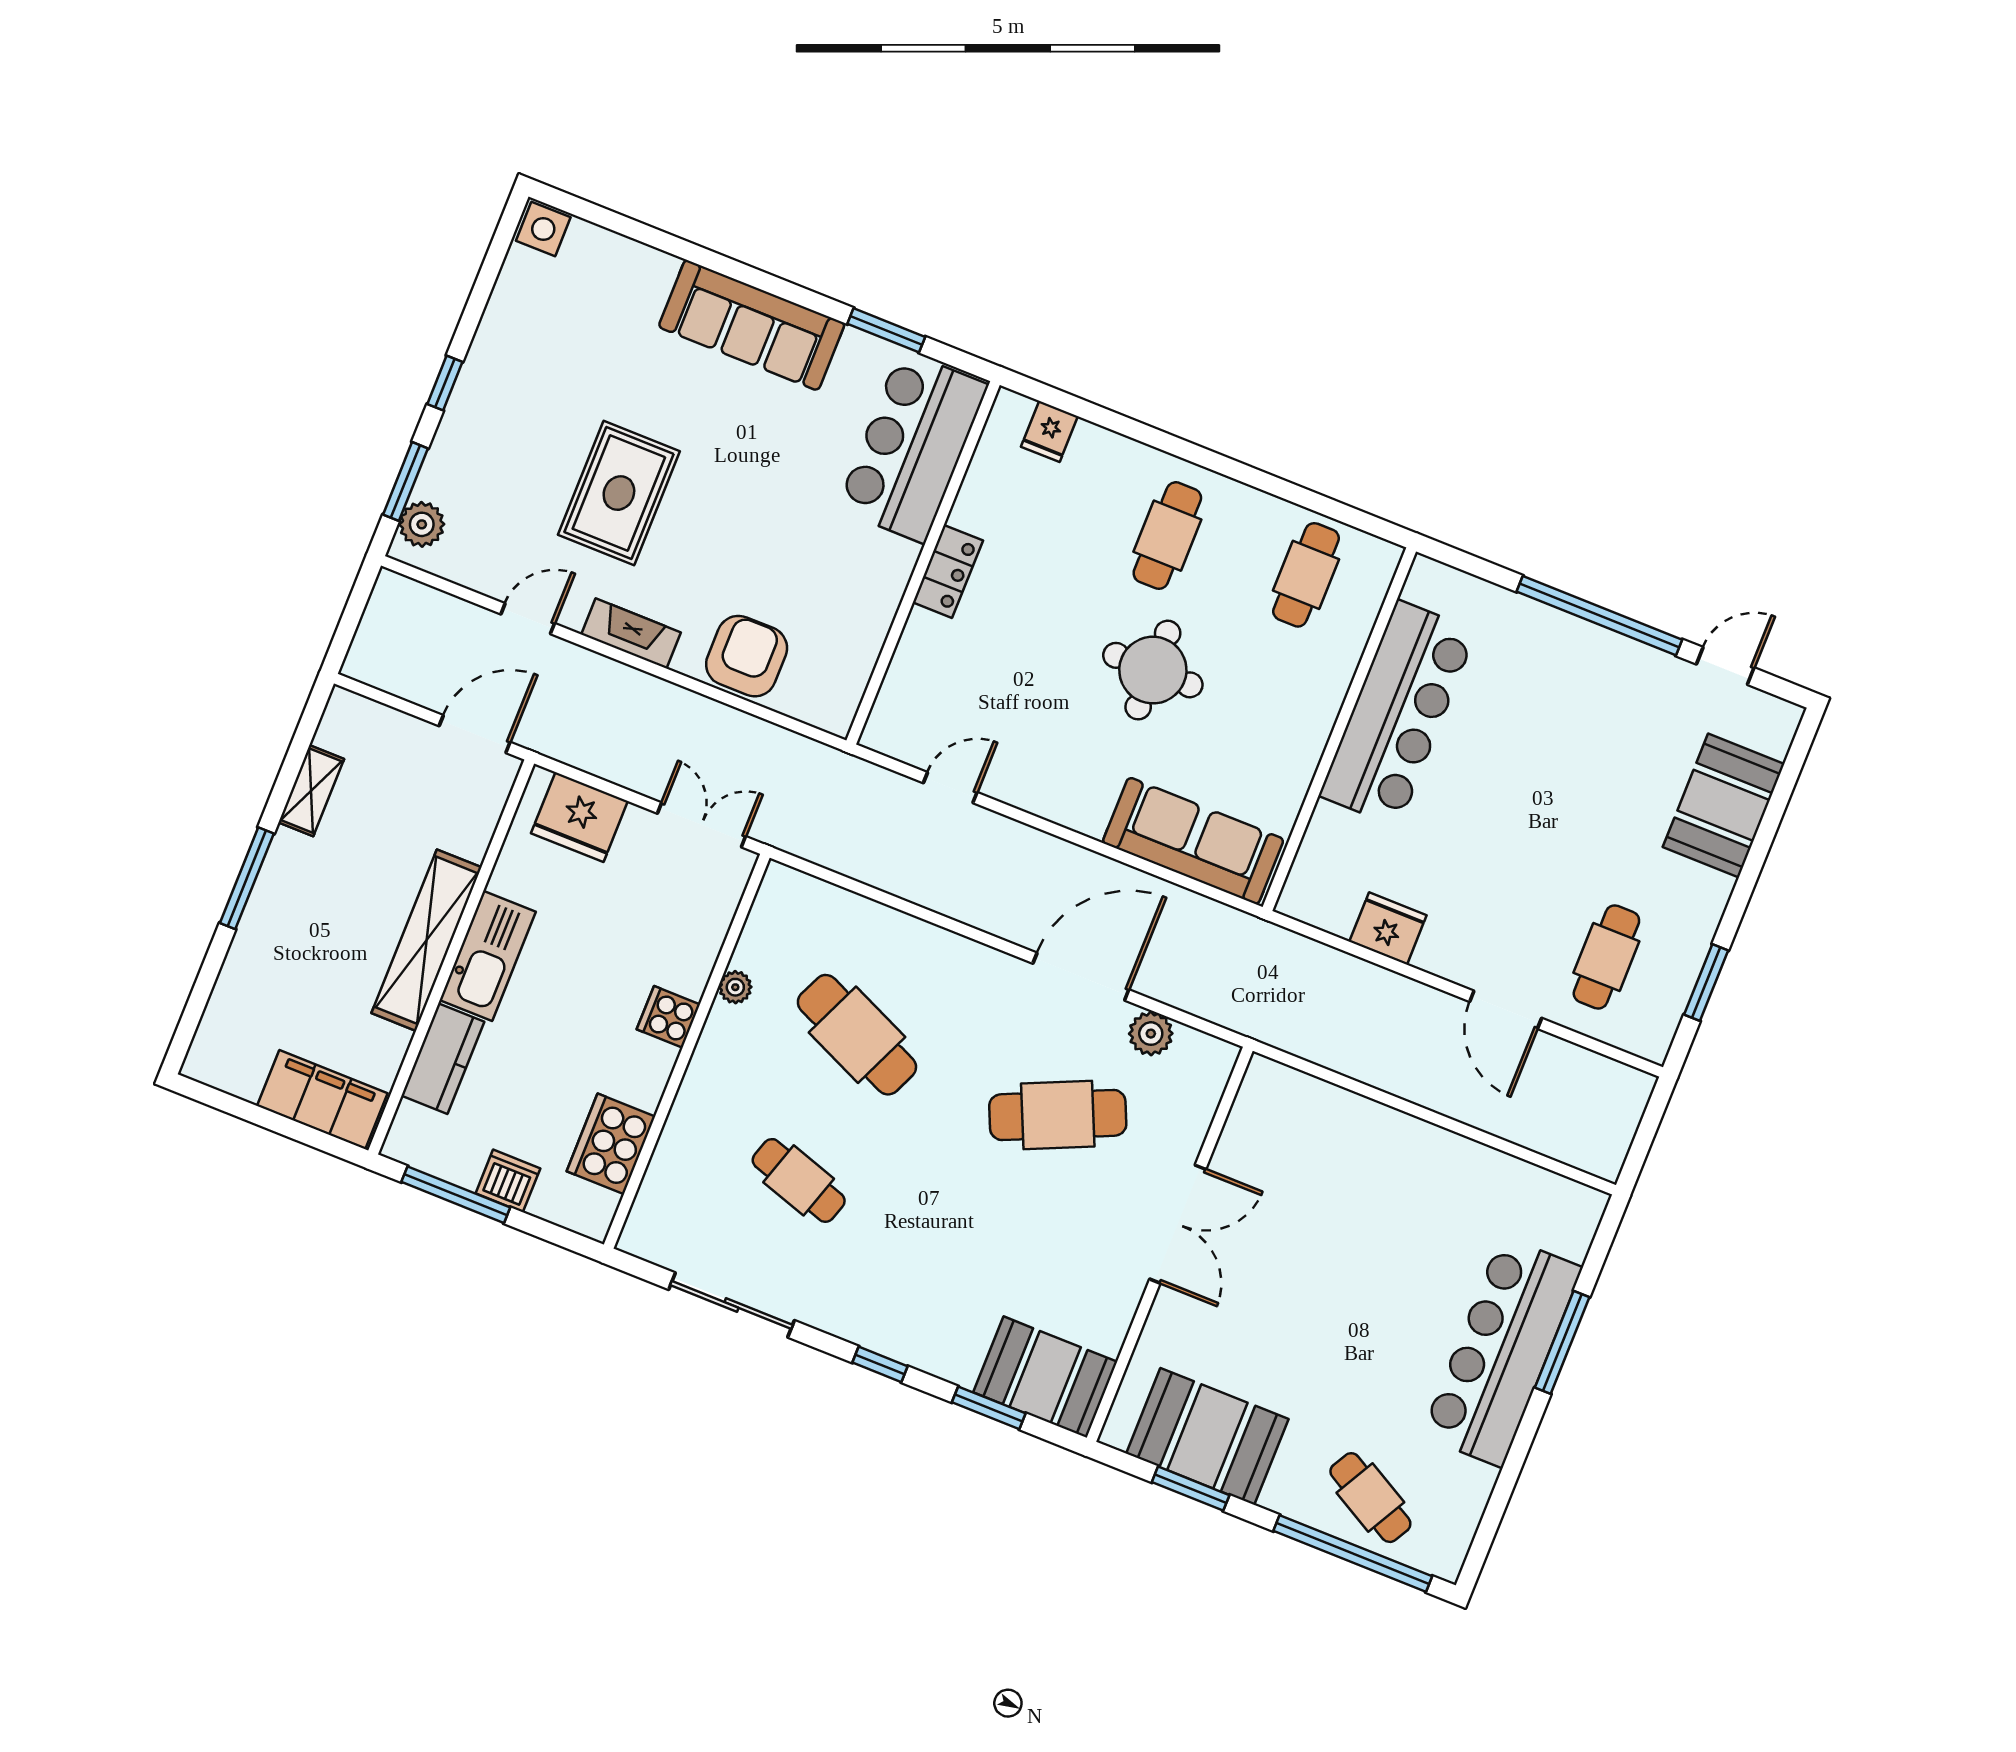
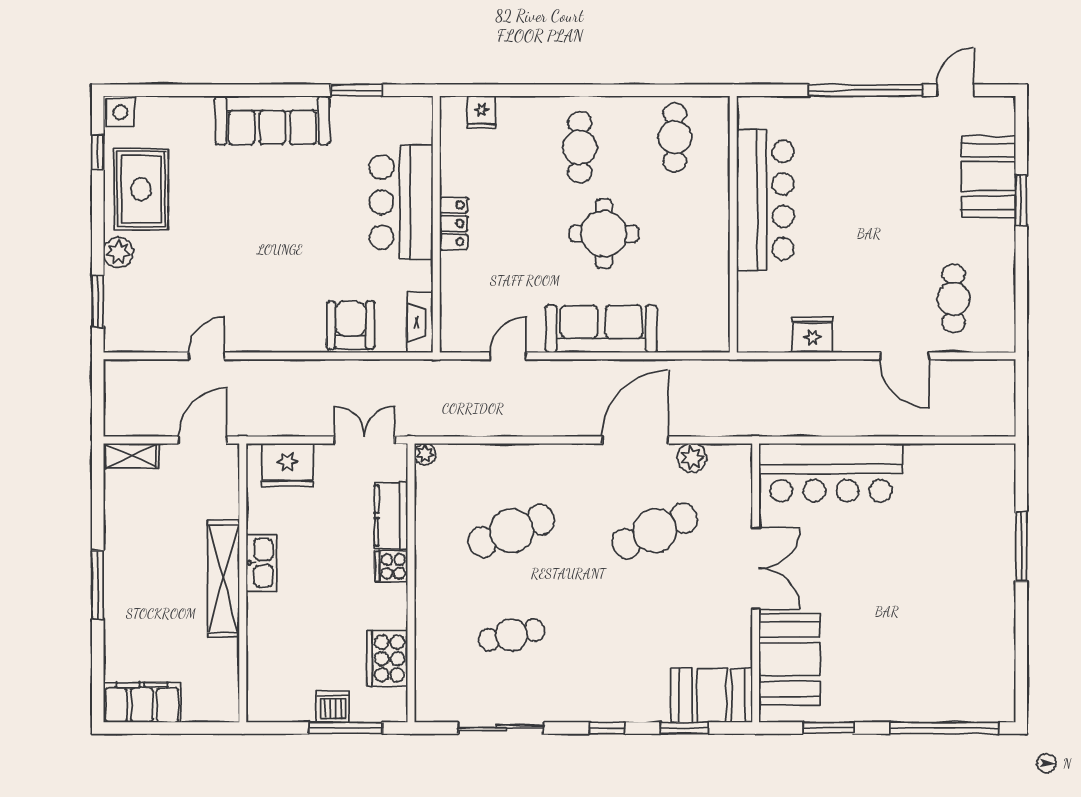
window: (445, 383) -> (98, 152), moved
bar counter: (912, 447) -> (401, 202), moved
rug: (619, 493) -> (141, 189), moved
plant: (422, 524) -> (118, 252), moved
fireplace: (631, 633) -> (420, 322), moved, turned -90
shelving: (311, 791) -> (131, 456), moved, turned 90
sofa: (1193, 841) -> (601, 329), moved
kitchen sink: (488, 956) -> (261, 563), width x0.73, depth x0.81
window: (1706, 982) -> (1021, 200), moved
plant: (735, 987) -> (425, 454), moved
cafe table: (857, 1035) -> (512, 531), turned -45
kitchen counter: (443, 1059) -> (391, 515), moved, turned 180
filing cabinet: (322, 1100) -> (142, 702), moved
cafe table: (799, 1180) -> (512, 635), turned -30
window: (456, 1195) -> (345, 728), moved
bar counter: (1502, 1351) -> (831, 473), moved, turned -90
booth: (1207, 1436) -> (790, 659), moved, turned 90
cafe table: (1370, 1498) -> (941, 689), removed

